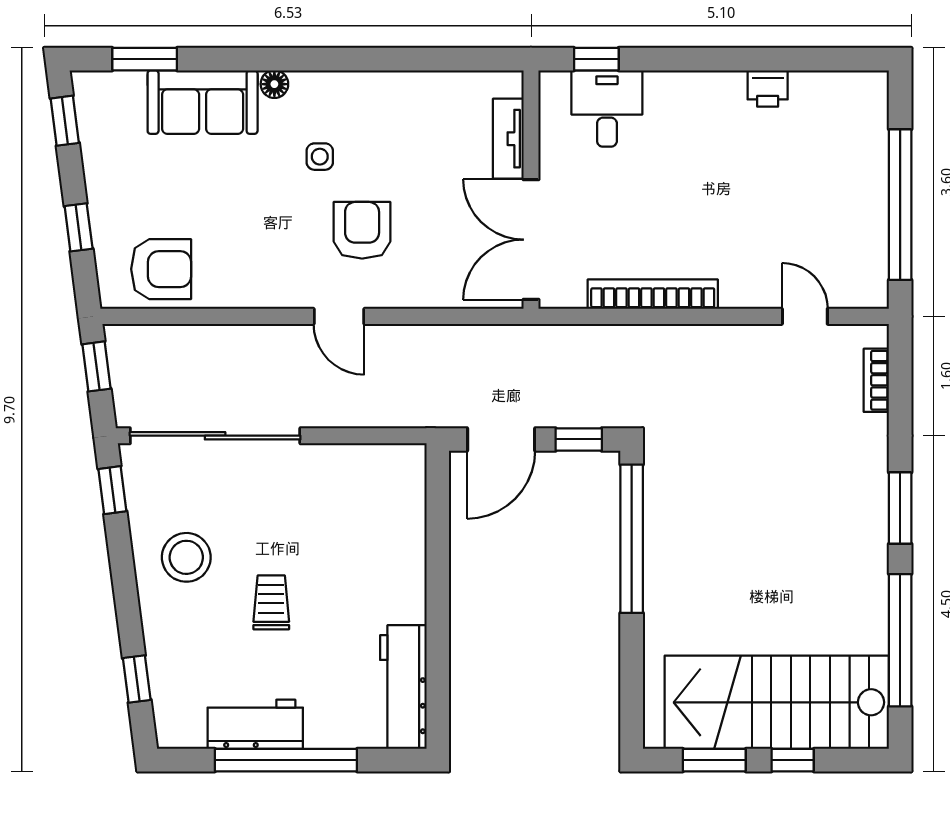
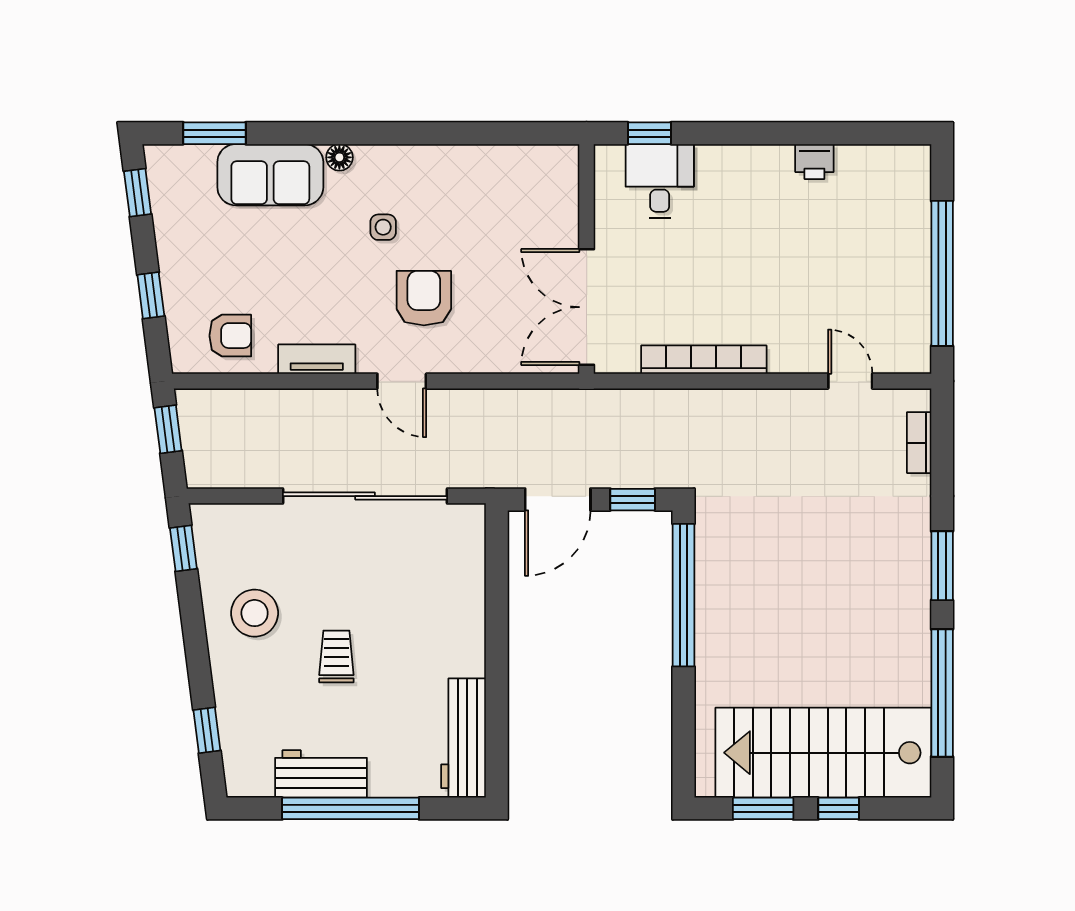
tv unit: (508, 139) -> (317, 359), moved, turned 90
armchair: (161, 269) -> (230, 336), width x0.72, depth x0.72
sliding door: (215, 436) -> (365, 496), moved

